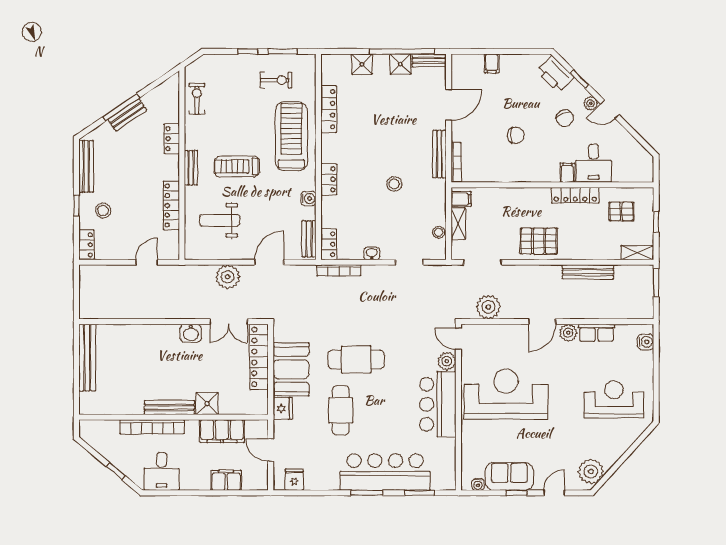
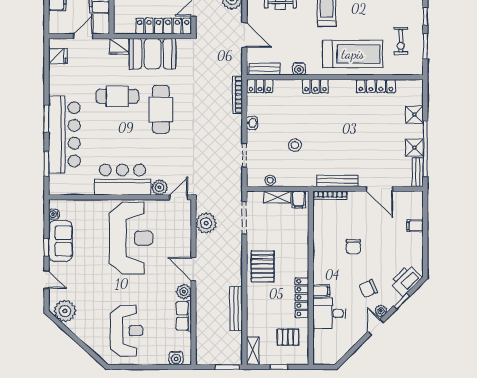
stool: (394, 184) -> (295, 145), moved
pallet: (621, 212) -> (288, 337), turned 90

